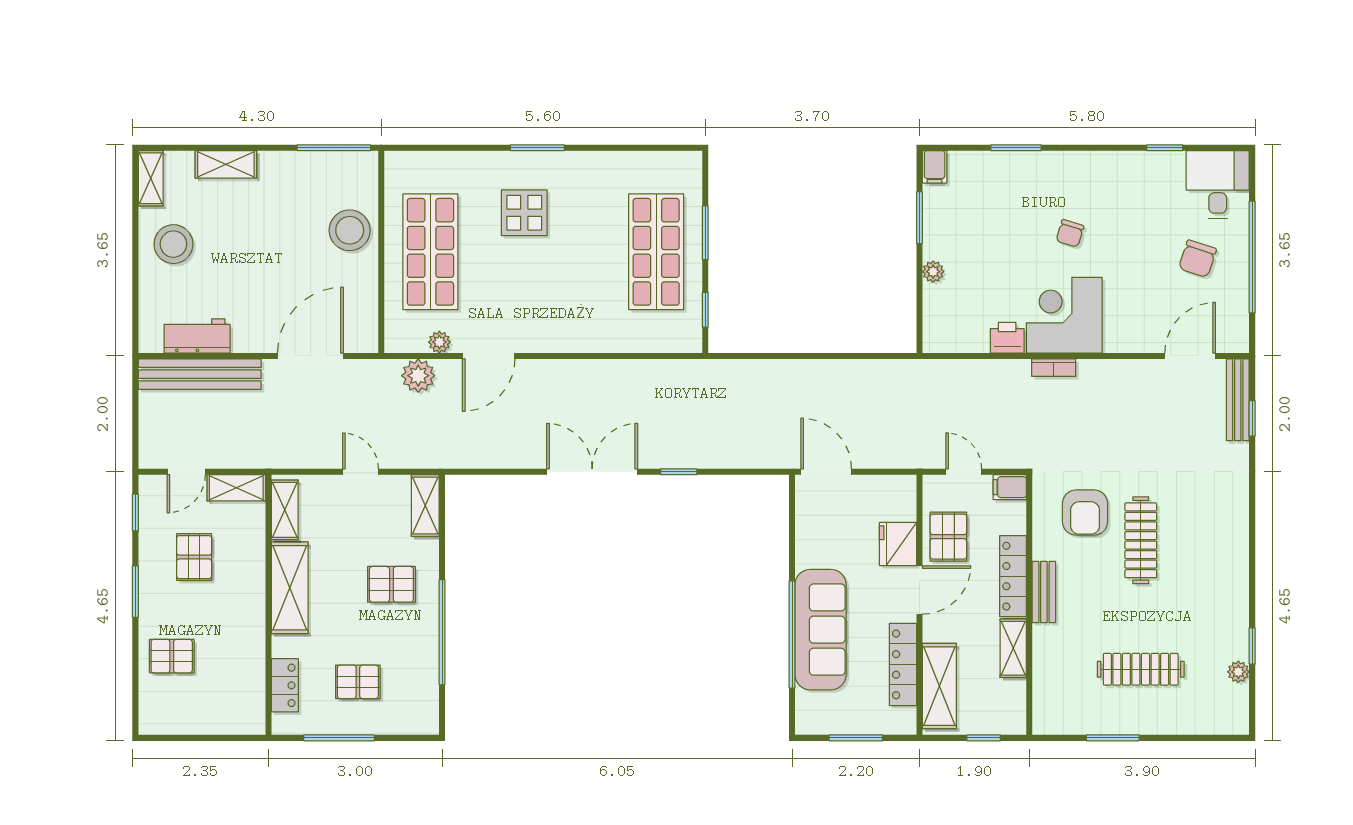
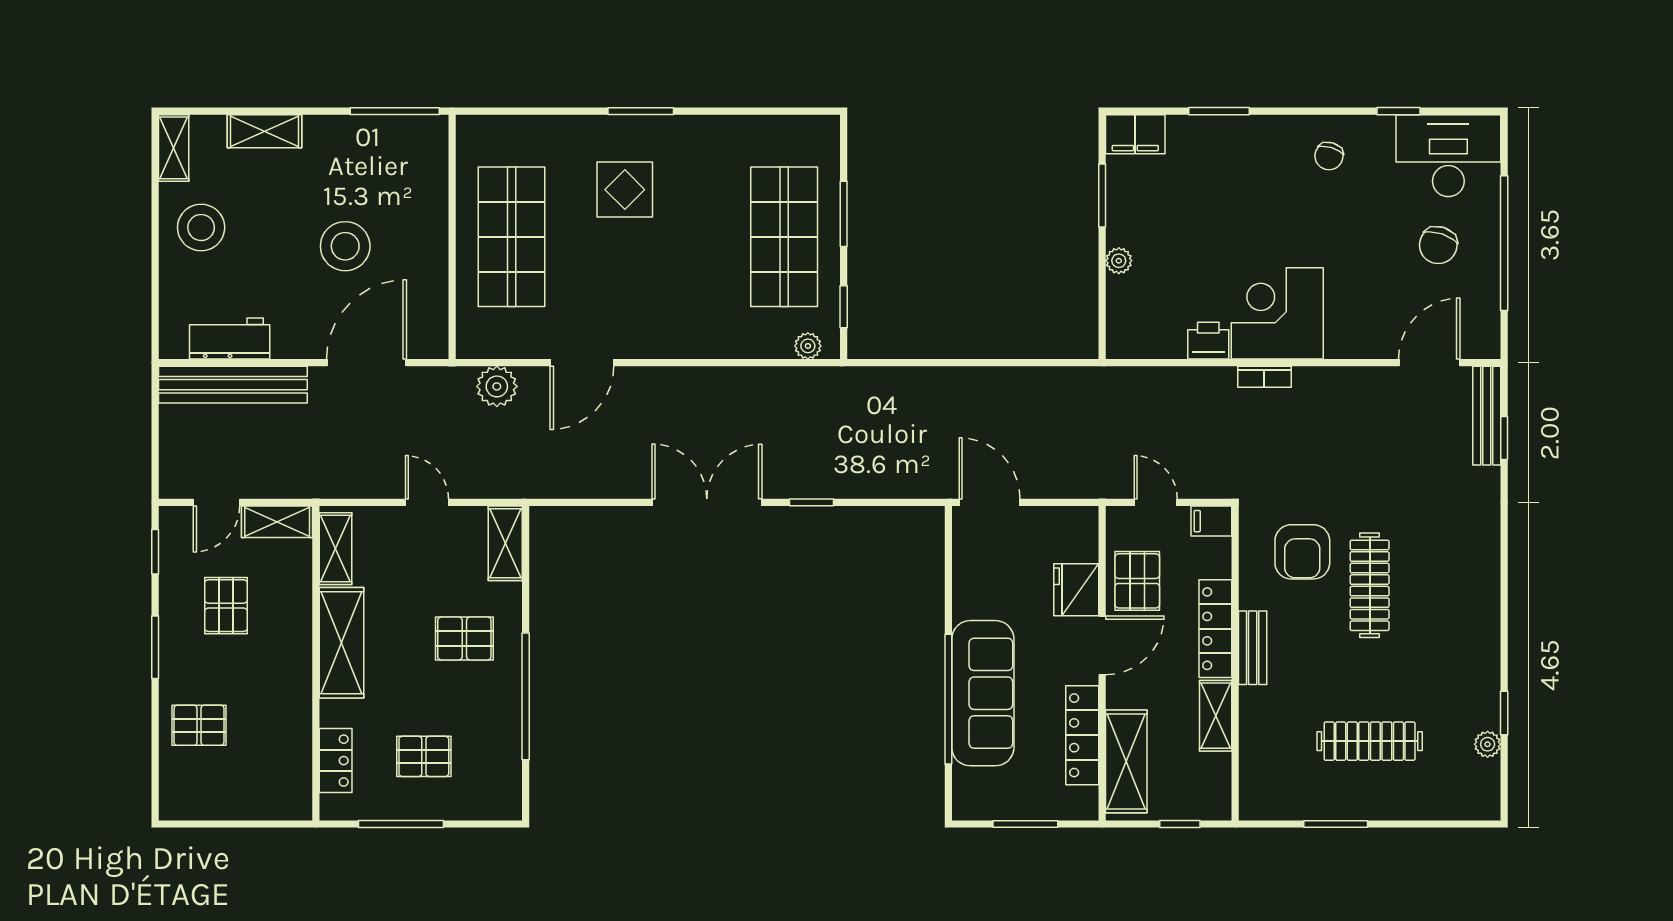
filing cabinet: (935, 167) -> (1135, 134), width x2.00
desk: (1218, 185) -> (1448, 156), width x1.37
stool: (350, 230) -> (345, 246), moved
chair: (1070, 233) -> (1329, 156), moved
plant: (439, 342) -> (808, 346), moved

